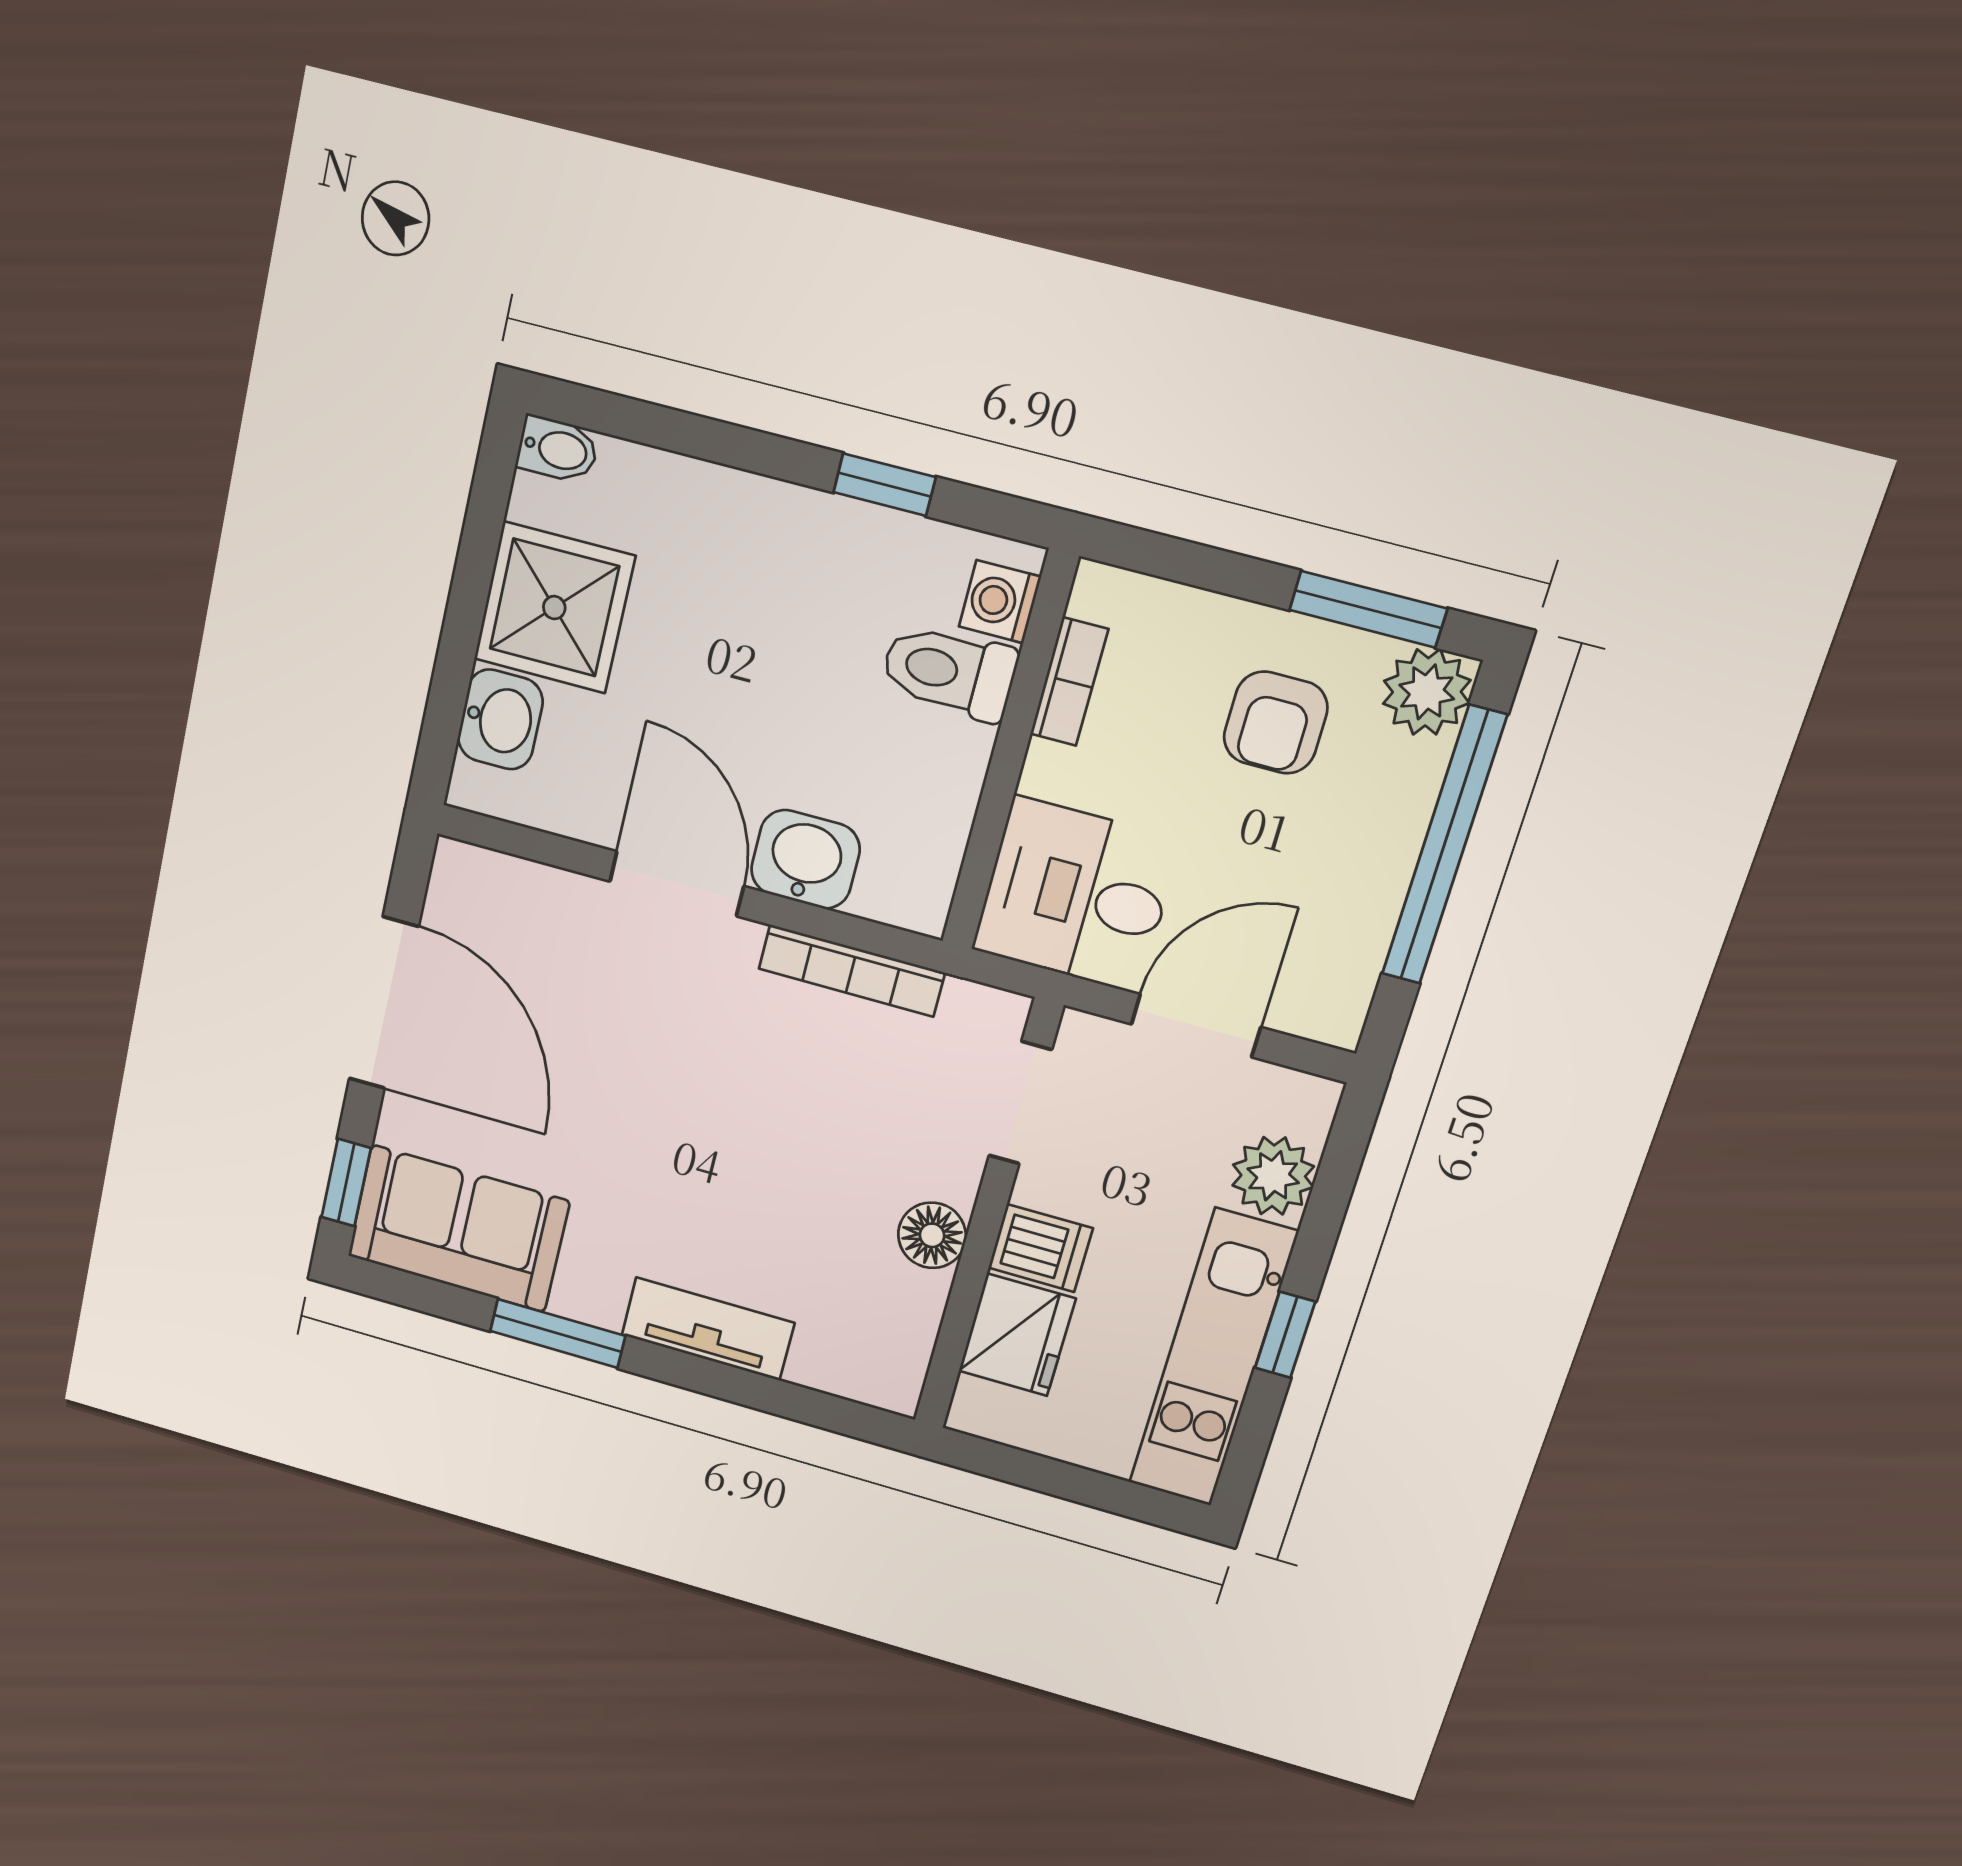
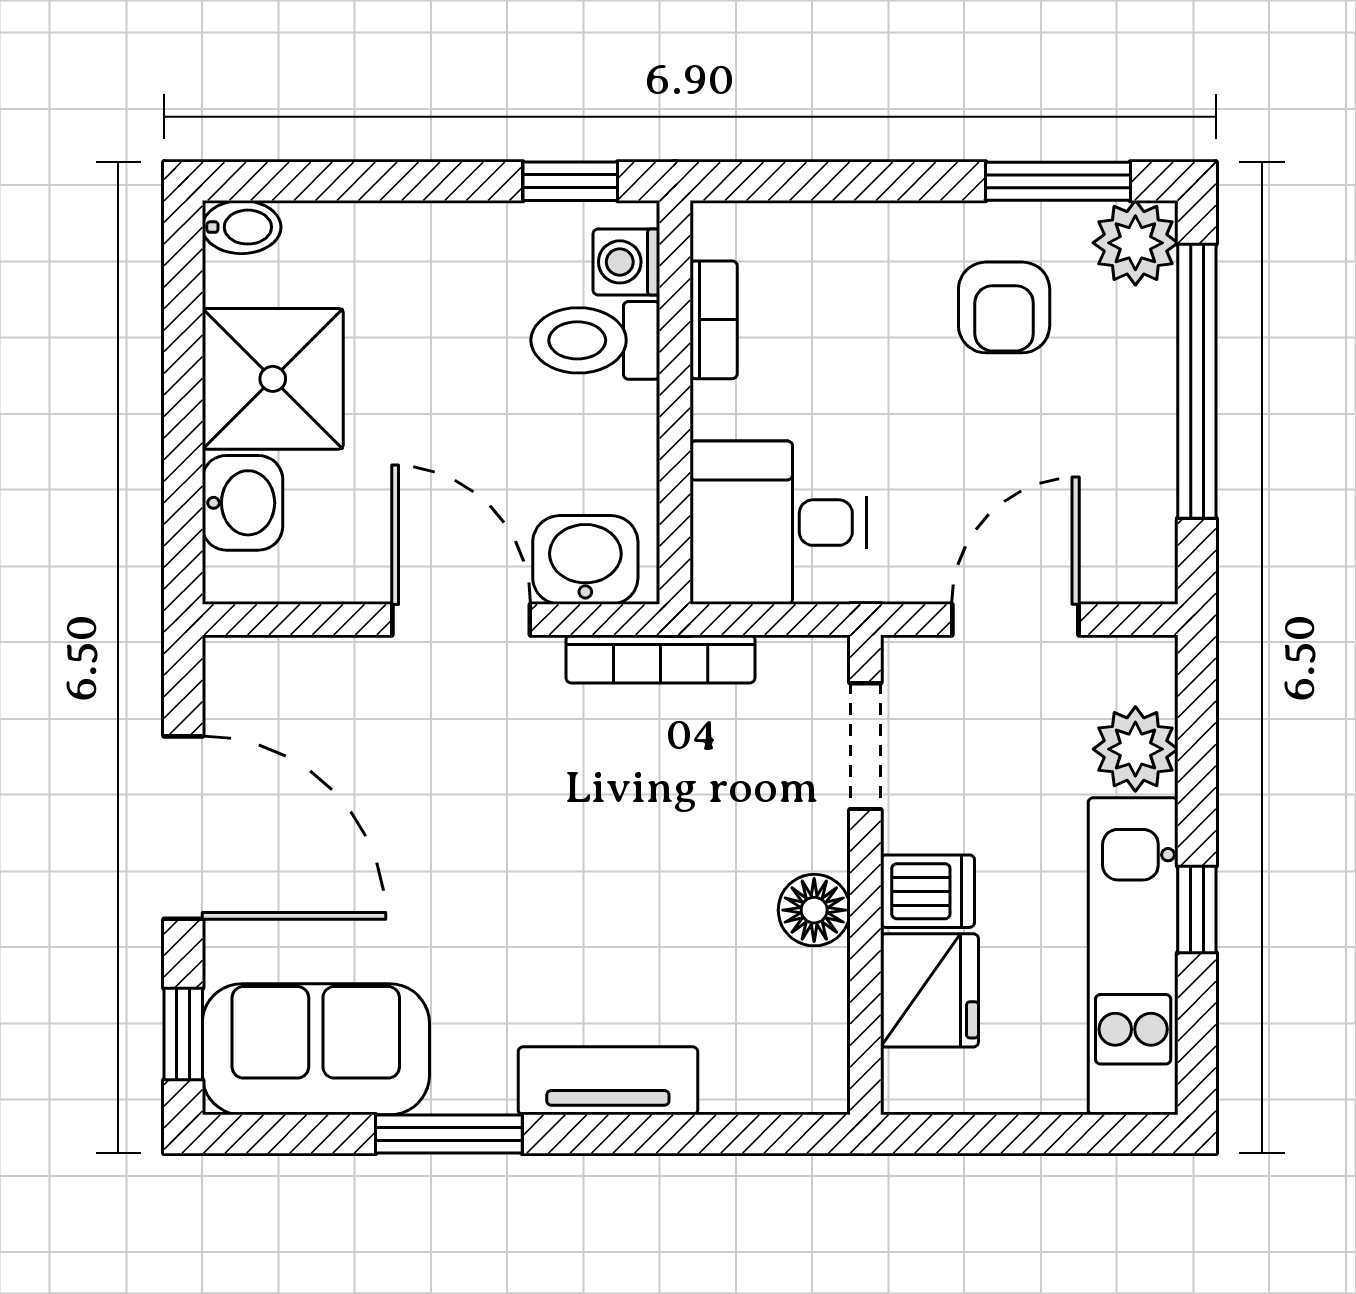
washing machine: (1000, 602) -> (626, 262), moved
toilet: (949, 672) -> (595, 340), moved
bookcase: (1069, 682) -> (714, 320), moved
wall: (1009, 753) -> (675, 402), moved
desk: (1076, 895) -> (778, 523), moved

